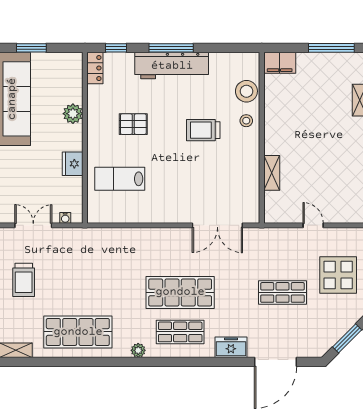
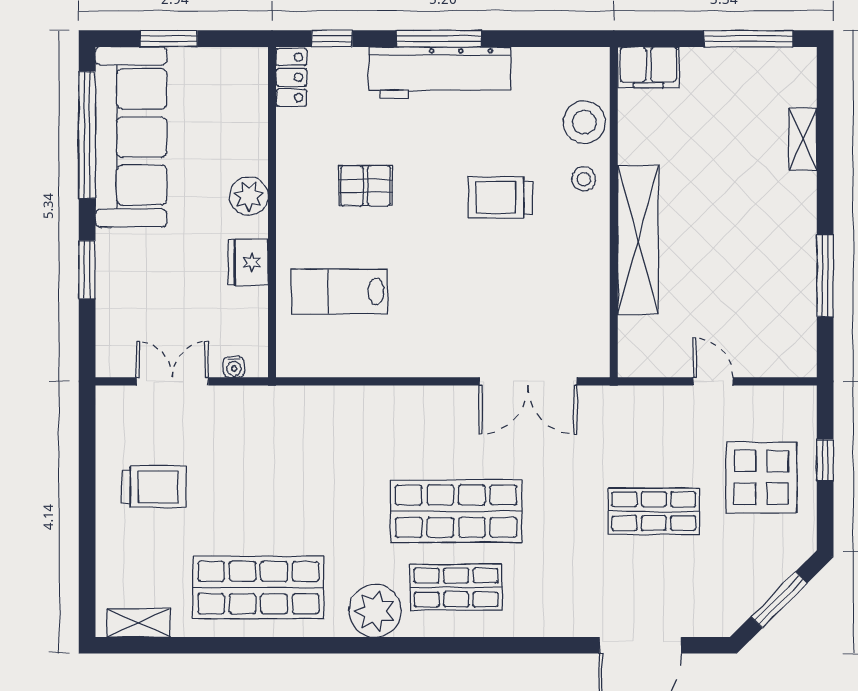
plant: (73, 114) -> (249, 196), moved
shelving: (272, 173) -> (638, 240), width x2.20, depth x1.33
trolley: (24, 280) -> (154, 487), turned -90
freezer: (231, 347) -> (554, 617), removed
plant: (138, 350) -> (375, 611), width x1.87, depth x1.87

